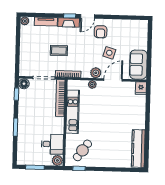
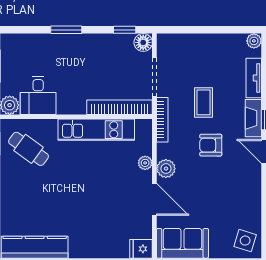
armchair: (101, 32) -> (211, 145), moved
side table: (109, 53) -> (245, 241), moved

